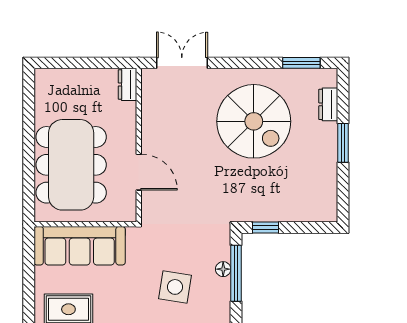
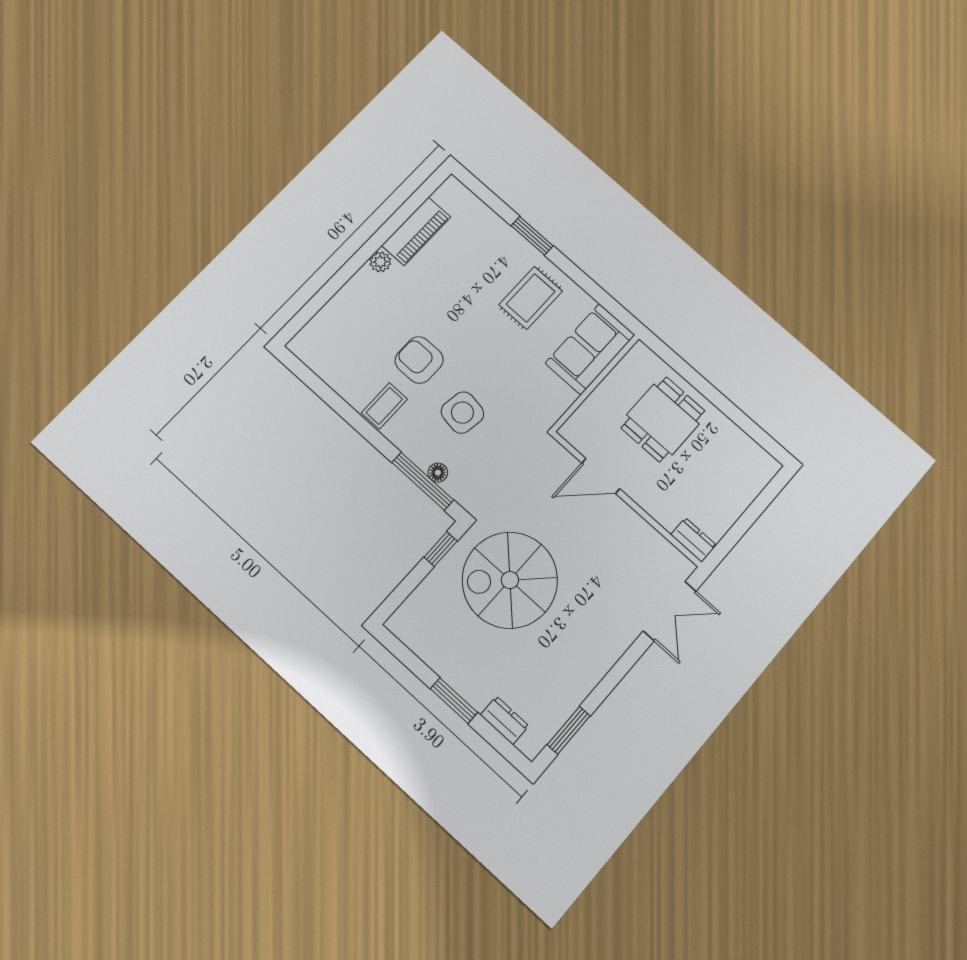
spiral stairs: (254, 121) -> (510, 580), moved
dining table: (71, 165) -> (663, 419), width x0.53, depth x0.80
sofa: (80, 246) -> (590, 349), width x0.73

